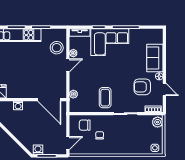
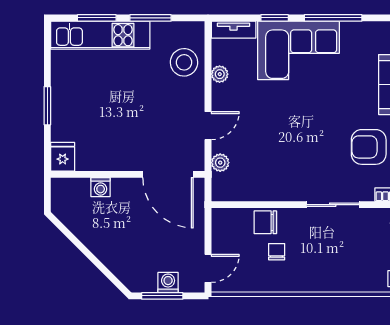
door: (68, 65) -> (208, 126), moved
coffee table: (105, 98) -> (288, 170), removed
chair: (85, 125) -> (265, 222), moved
washing machine: (38, 150) -> (168, 283), moved

